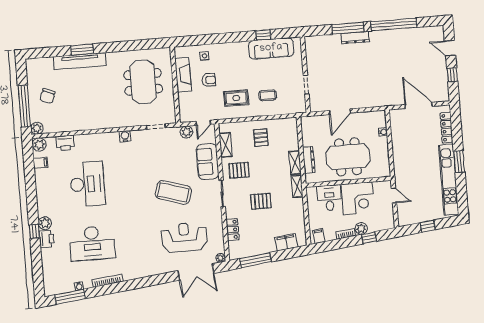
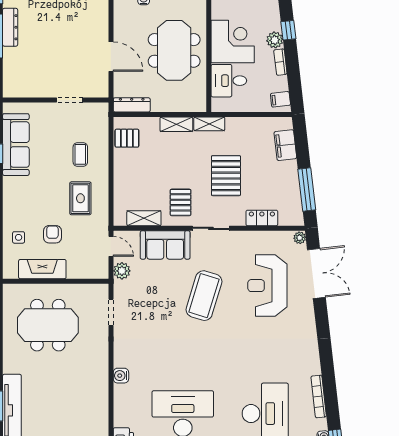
water cooler: (125, 136) -> (121, 376), moved
pallet: (261, 138) -> (127, 138), moved
dresser: (309, 160) -> (132, 105), moved
pallet: (261, 201) -> (226, 176), width x1.50, depth x1.42

